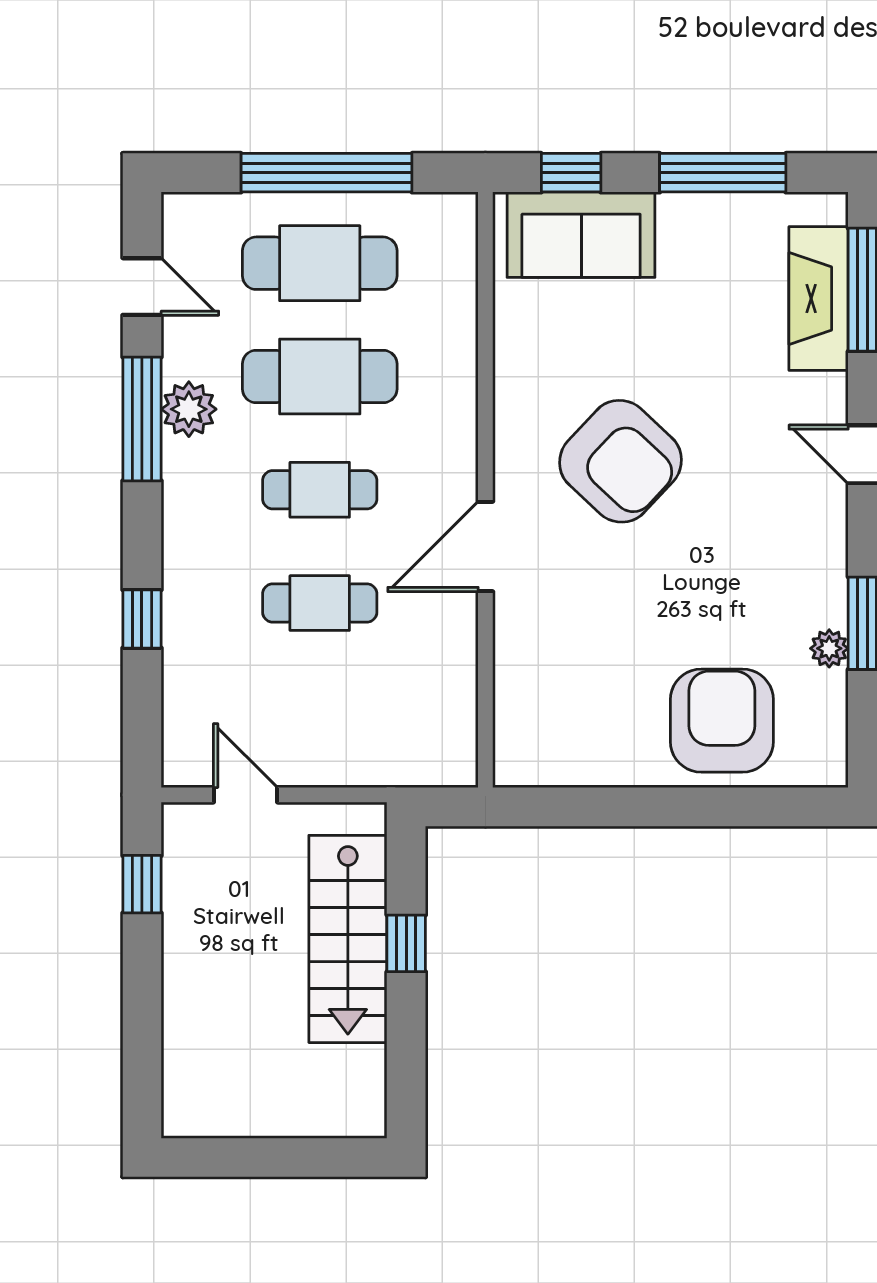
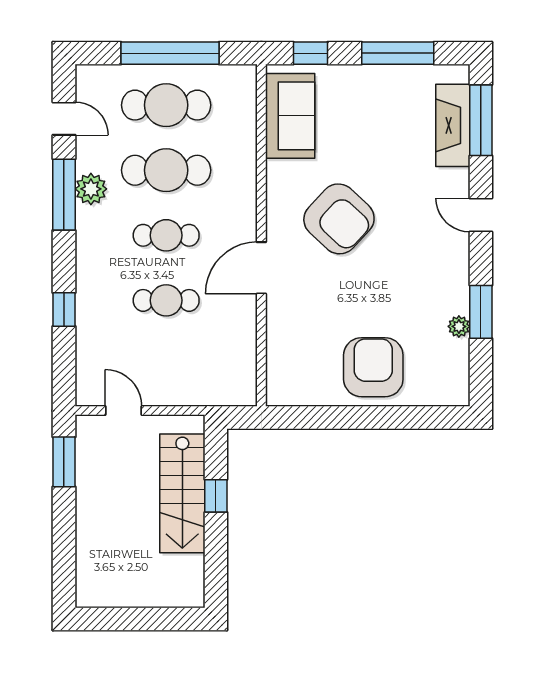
sofa: (581, 235) -> (290, 116), moved, turned -90
armchair: (722, 721) -> (373, 367), moved
window: (142, 884) -> (64, 462), width x1.50

